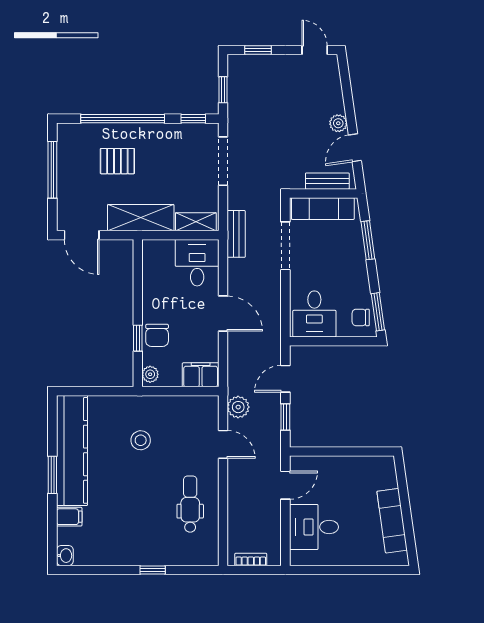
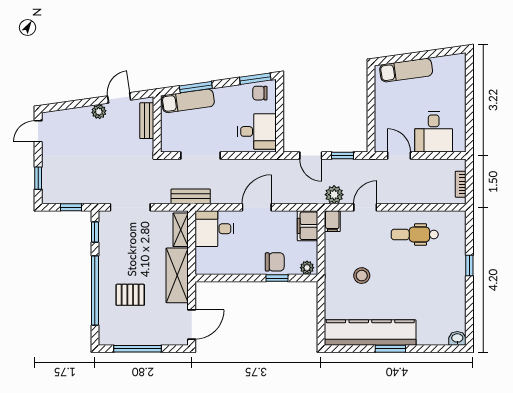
door: (355, 148) -> (119, 98), swing flipped
pallet: (117, 161) -> (130, 295), turned 90
exam couch: (323, 209) -> (188, 101), moved, turned 82
chair: (361, 317) -> (260, 93), turned 90
filing cabinet: (69, 517) -> (332, 221), moved, turned 180
exam couch: (392, 521) -> (406, 70), moved

